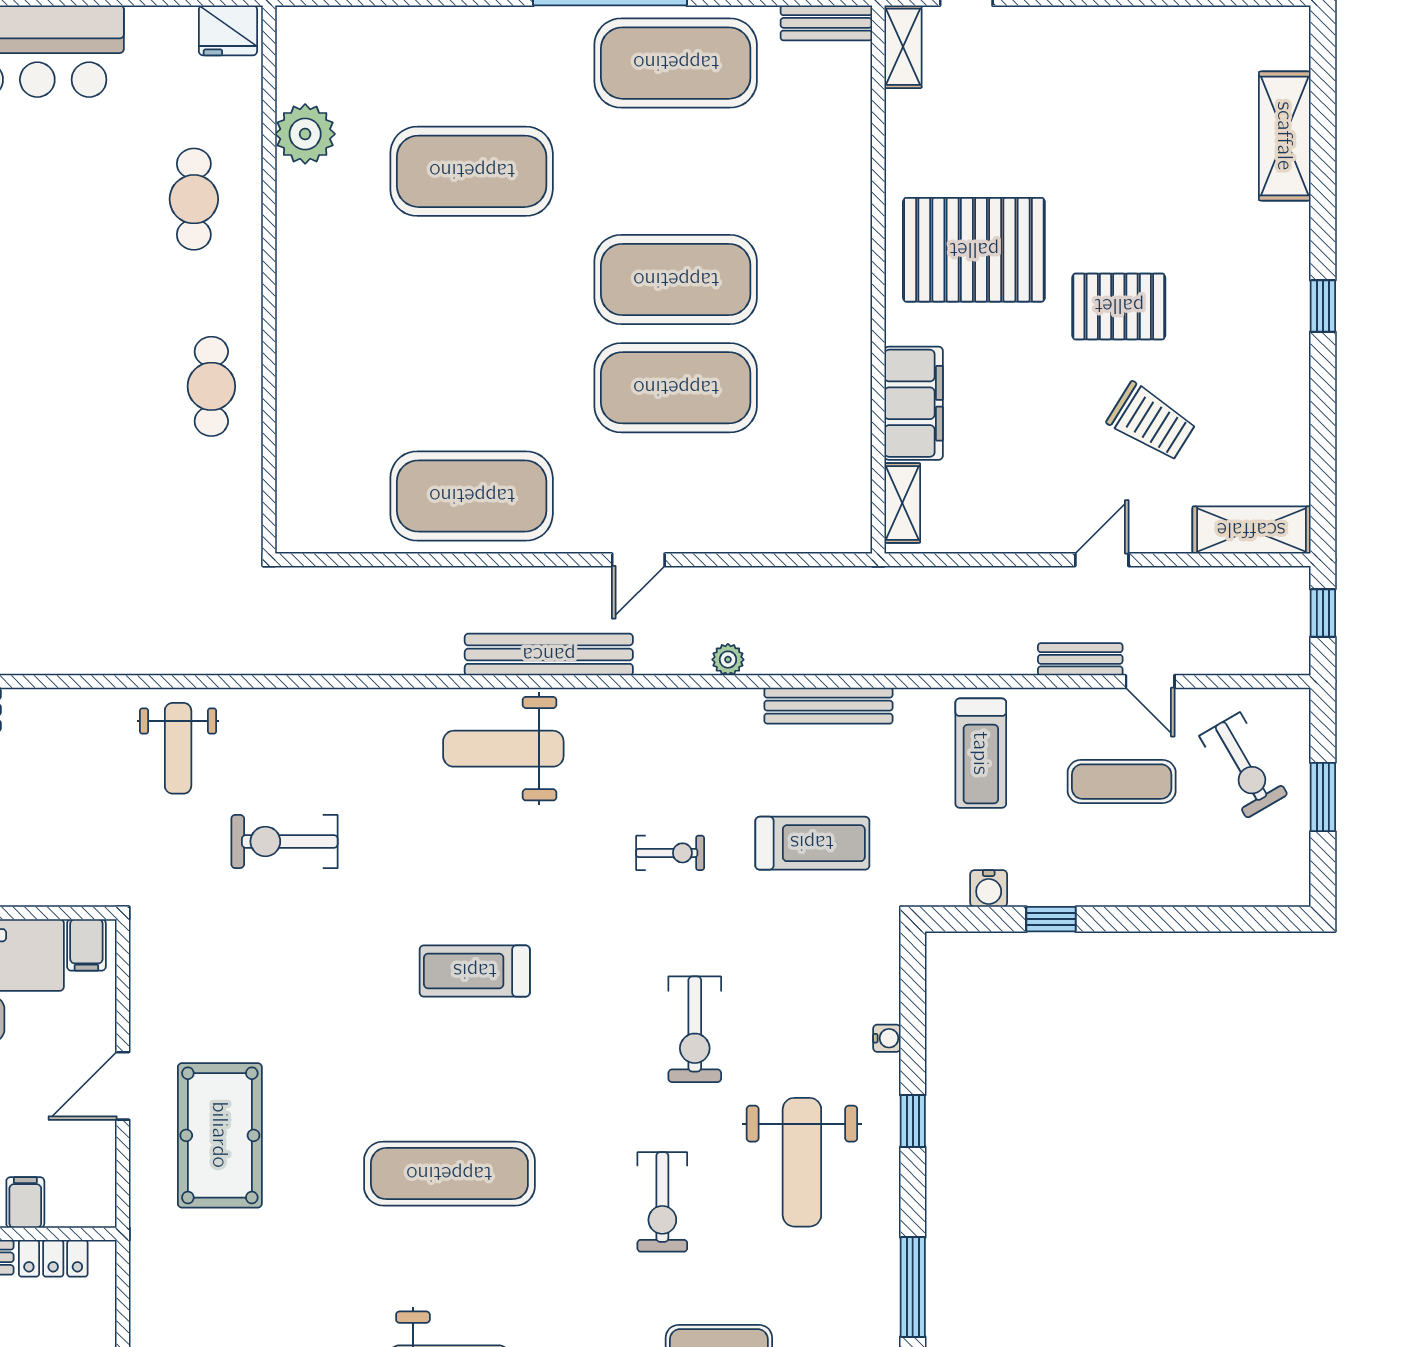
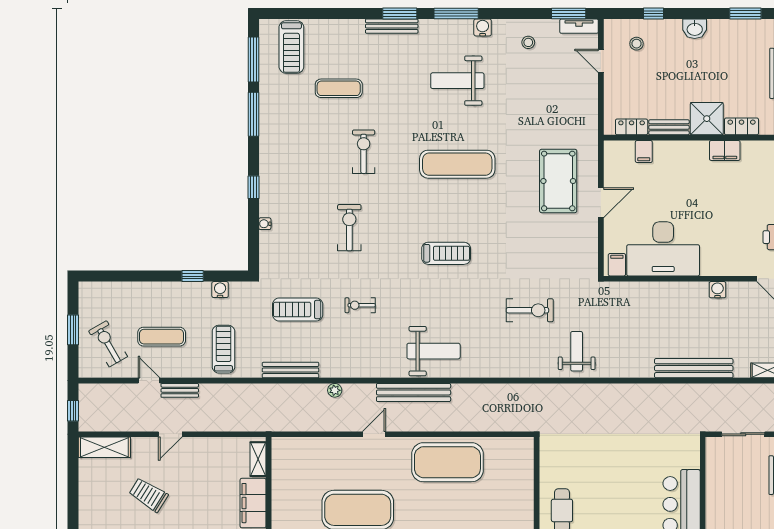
weight bench: (802, 1162) -> (302, 169), removed

